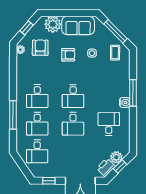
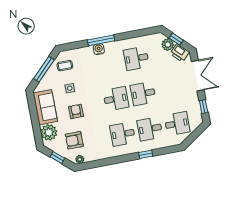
desk: (37, 96) -> (123, 134), turned 180
water cooler: (125, 103) -> (99, 49), moved
window: (13, 115) -> (146, 154), width x0.46
desk: (37, 124) -> (150, 129), turned 180
desk: (73, 124) -> (143, 94), turned 180

